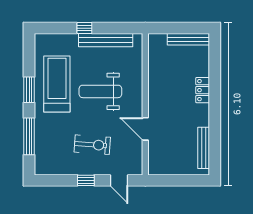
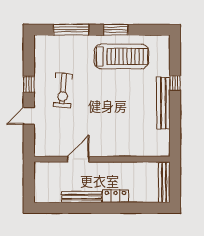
weight bench: (100, 91) -> (114, 98), removed
wall: (145, 104) -> (102, 159), moved
door: (145, 129) -> (78, 159), moved
bench: (204, 148) -> (81, 197), moved

